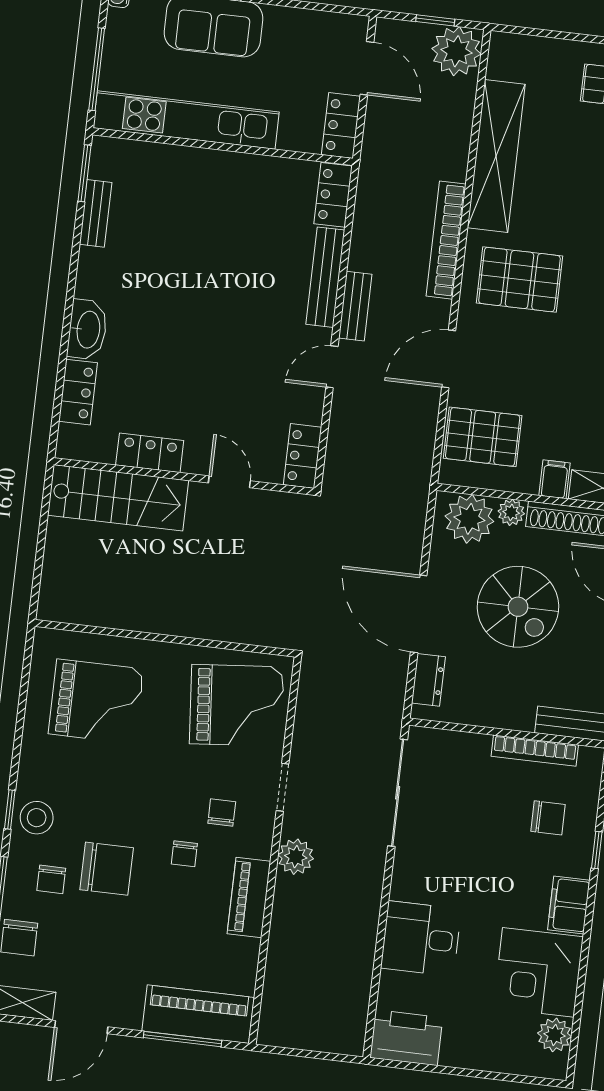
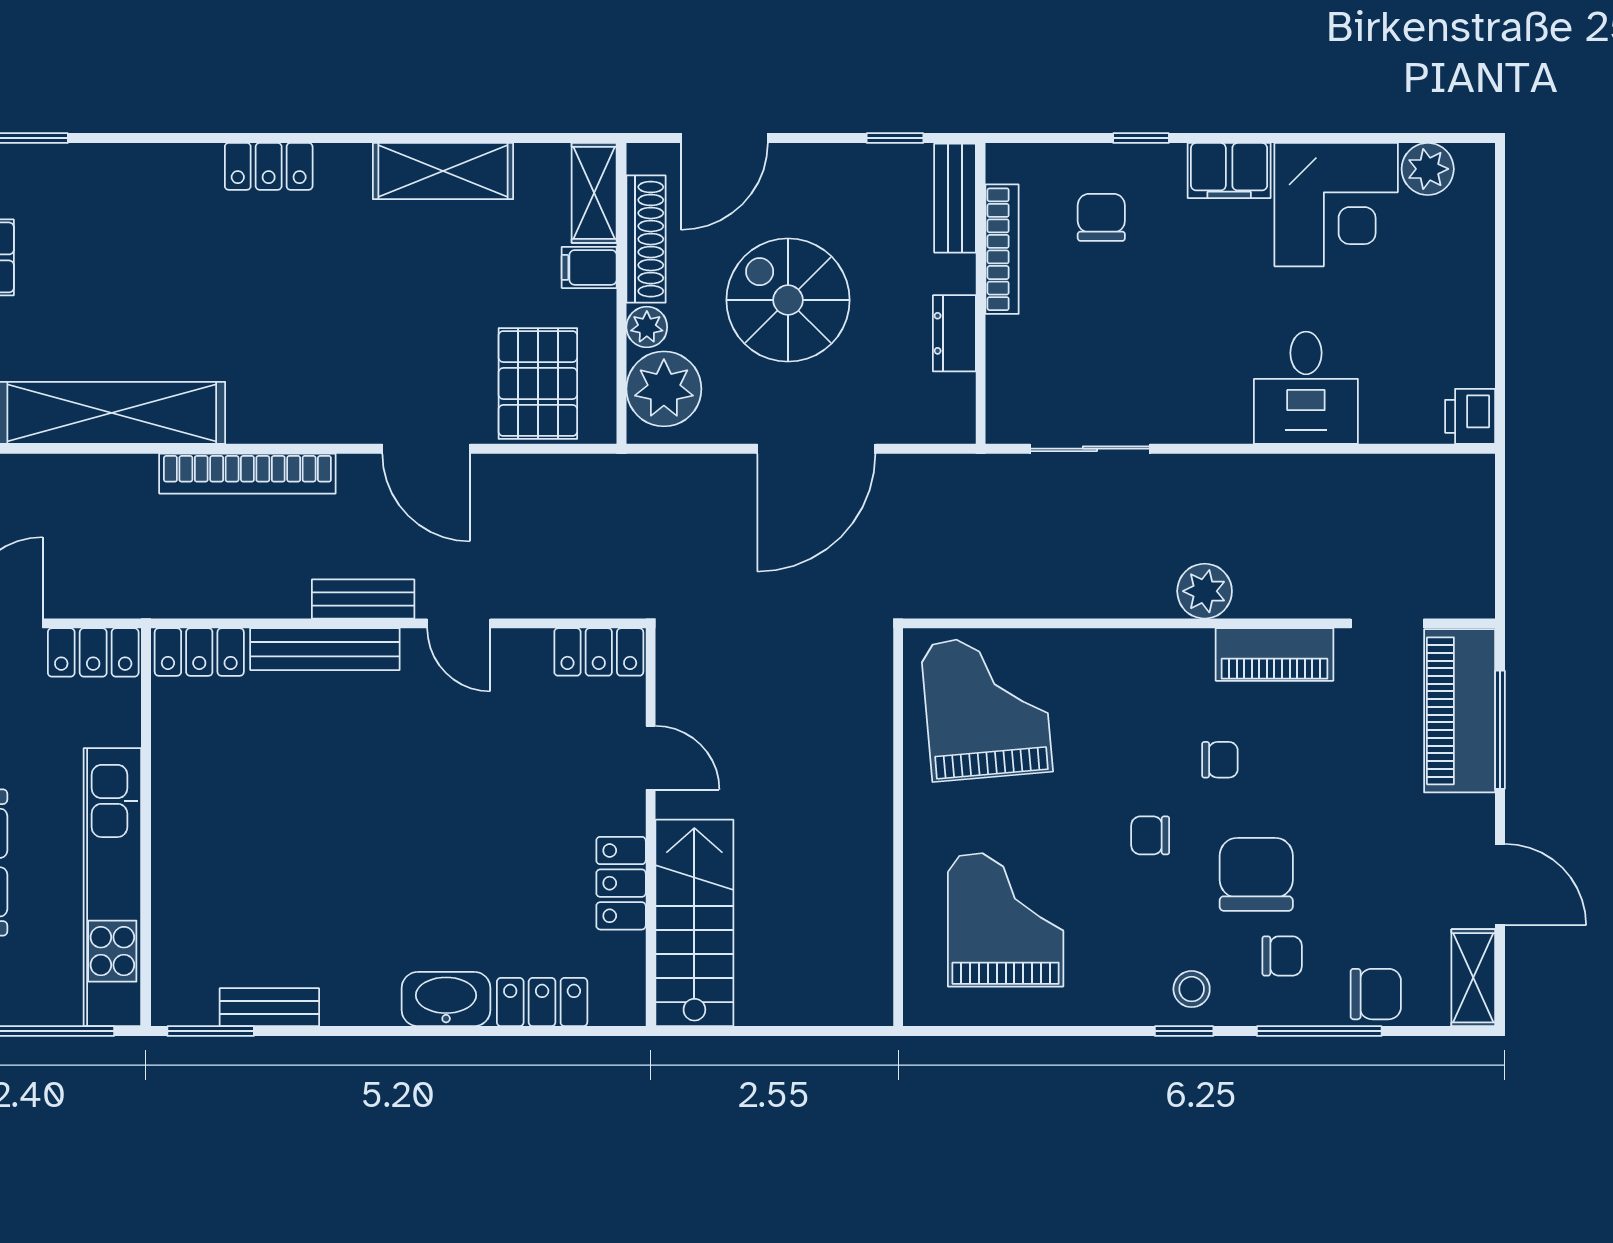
pallet: (519, 280) -> (294, 356), removed
door: (229, 482) -> (651, 758), swing flipped
spiral stairs: (518, 607) -> (788, 300), turned -90
dresser: (428, 680) -> (954, 333), moved, turned -90
doorway: (283, 787) -> (1387, 623), moved
sliding door: (398, 793) -> (1090, 449), width x0.73
chair: (222, 813) -> (1150, 835), moved
stool: (37, 818) -> (1192, 989), width x0.73, depth x0.73
printer: (406, 1038) -> (1470, 416), width x0.53, depth x0.68

